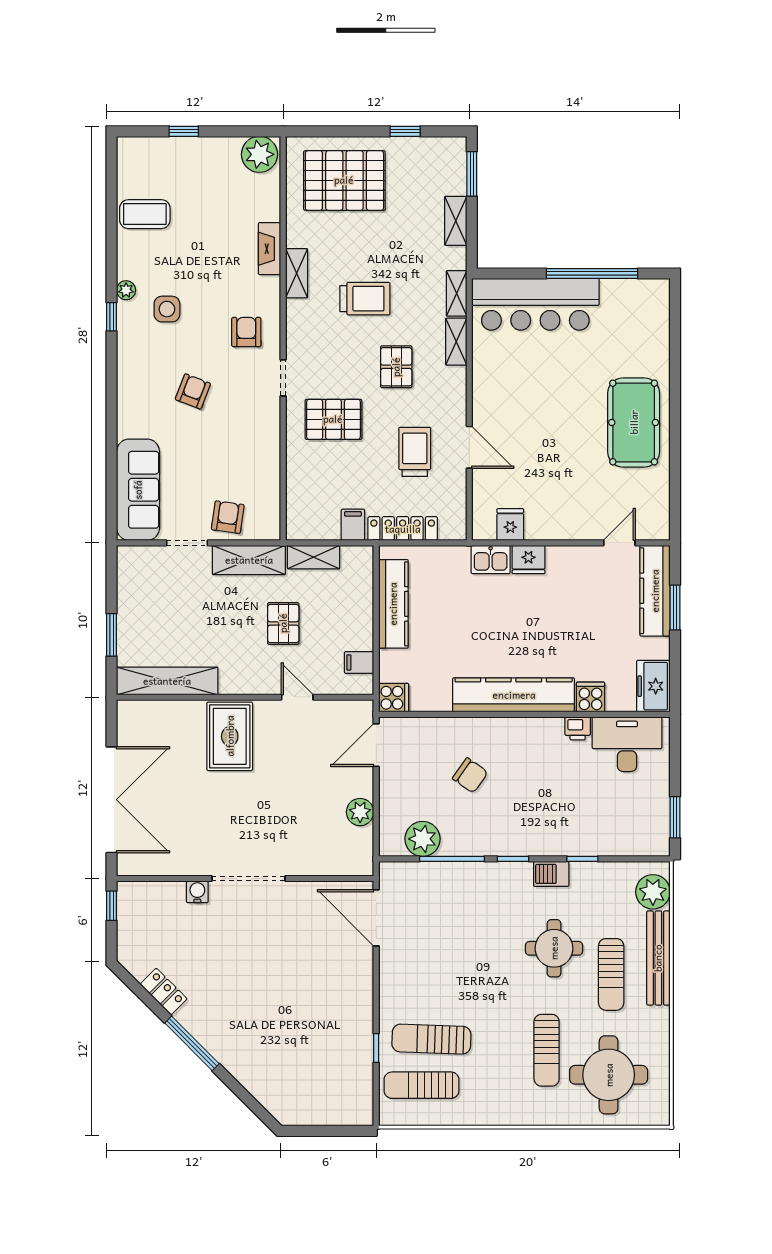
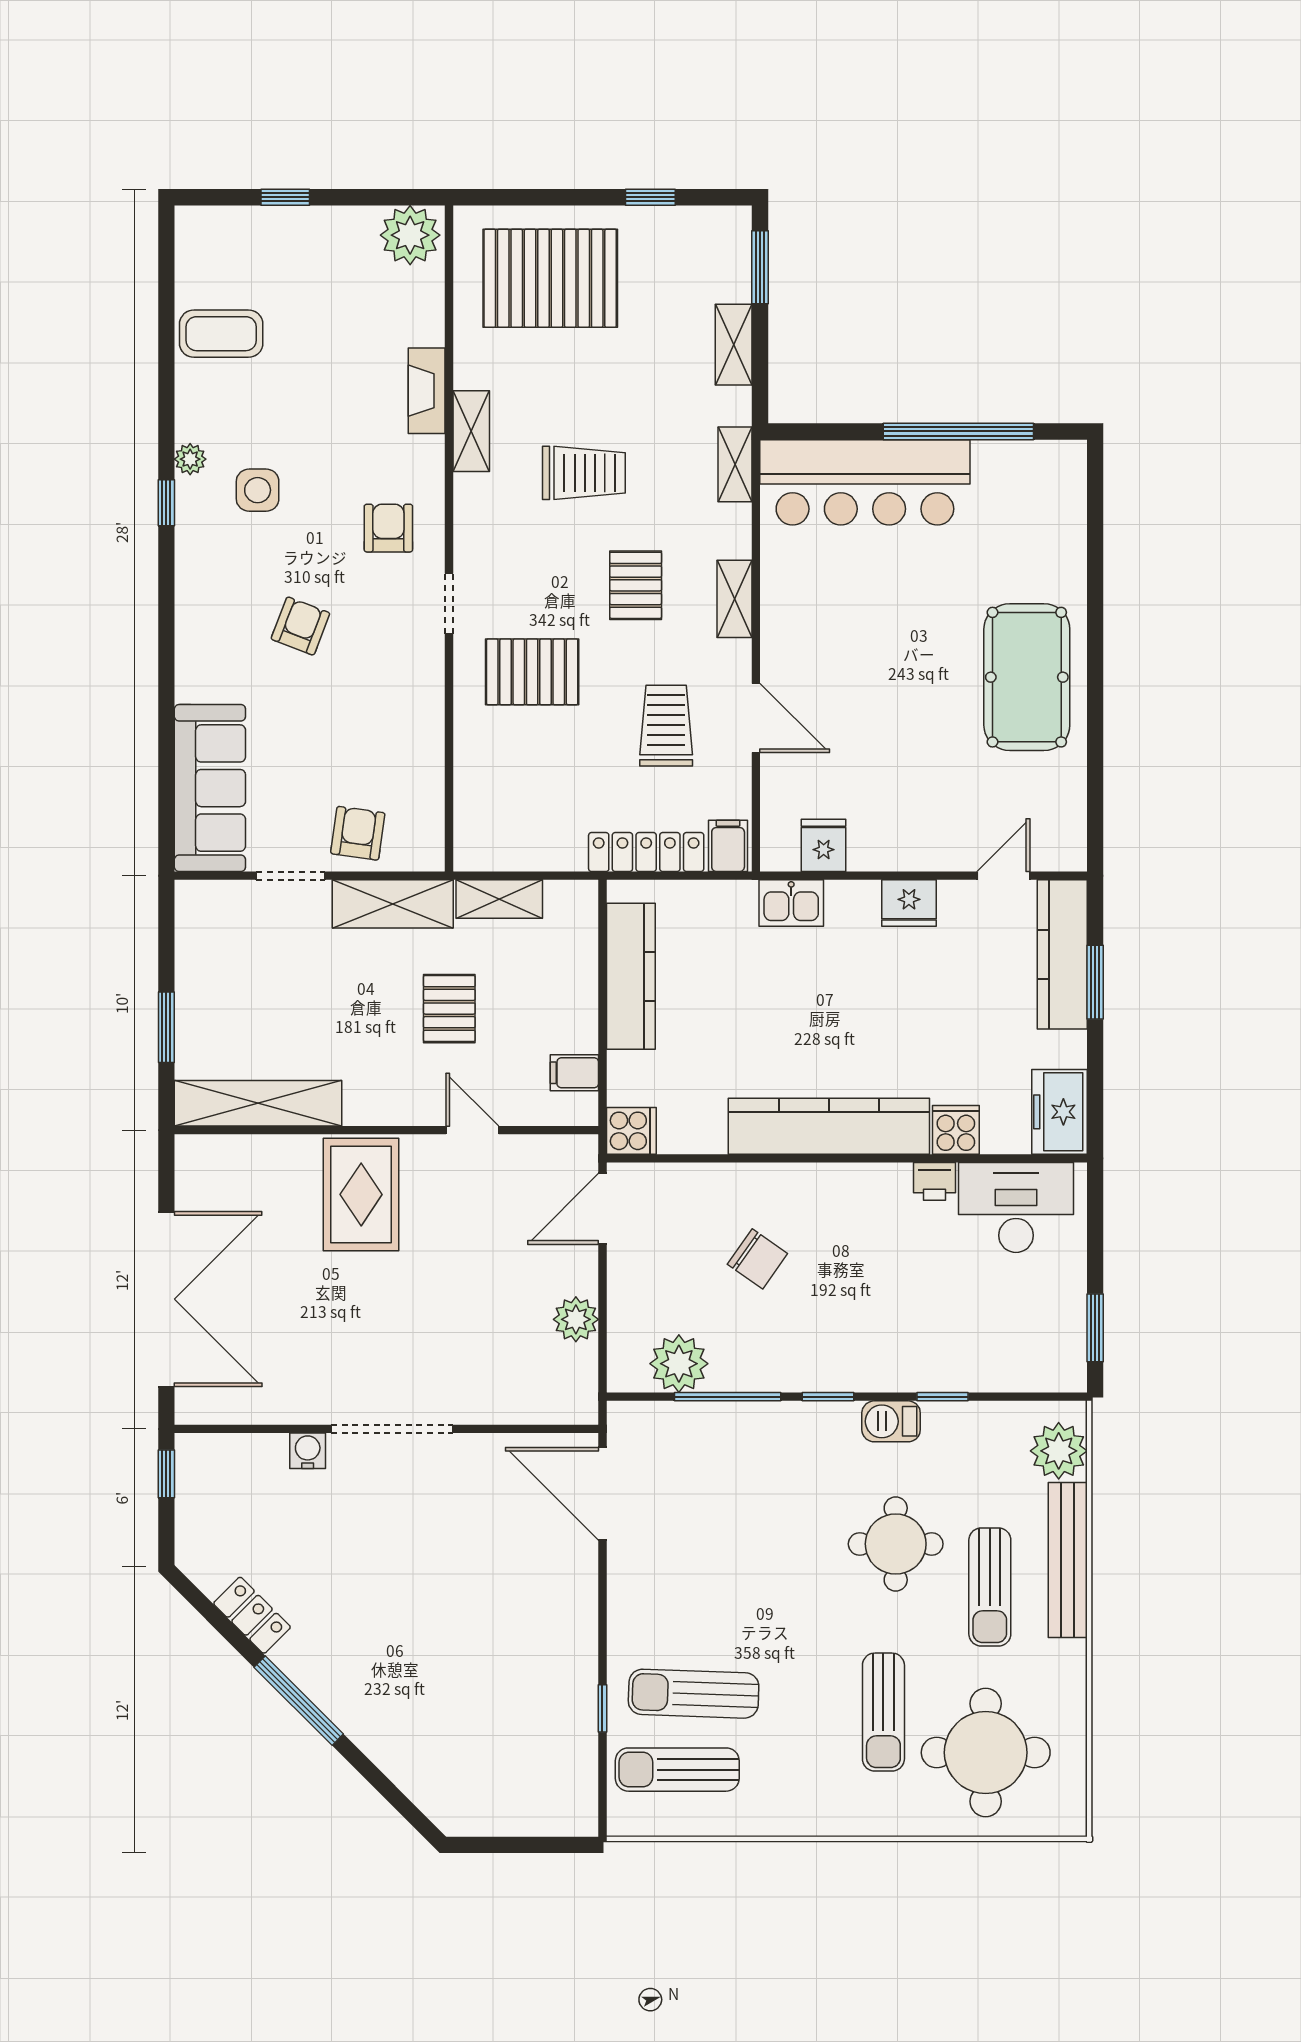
shelving: (456, 342) -> (734, 599), moved
filing cabinet: (353, 525) -> (728, 846), moved
fridge: (528, 560) -> (909, 903), moved

